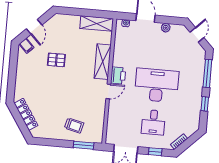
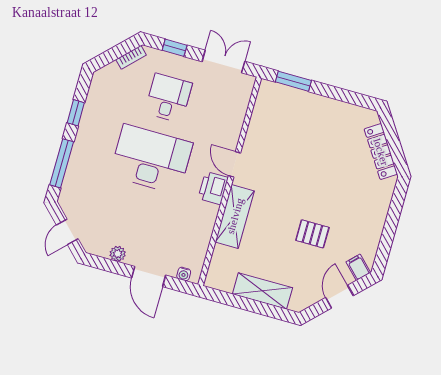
shelving: (97, 23) -> (262, 291), moved
desk: (157, 85) -> (151, 159), turned 180
door: (108, 91) -> (235, 164), hinge flipped
trolley: (74, 125) -> (303, 118), removed

